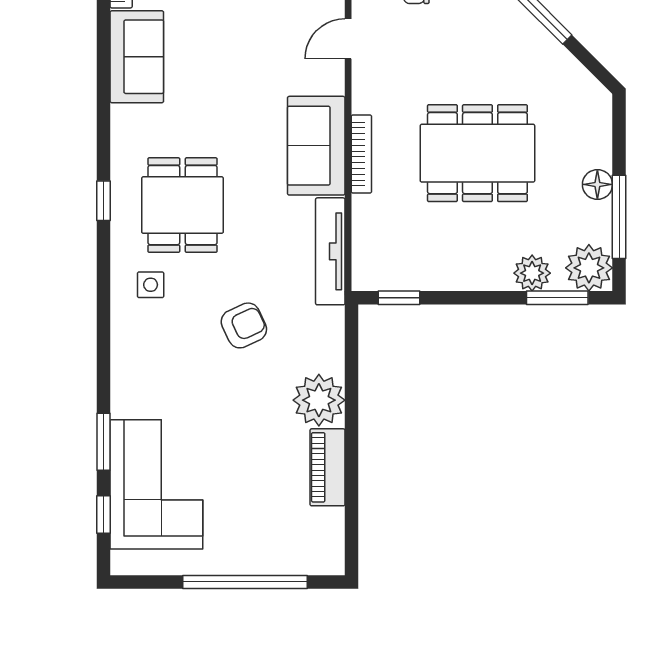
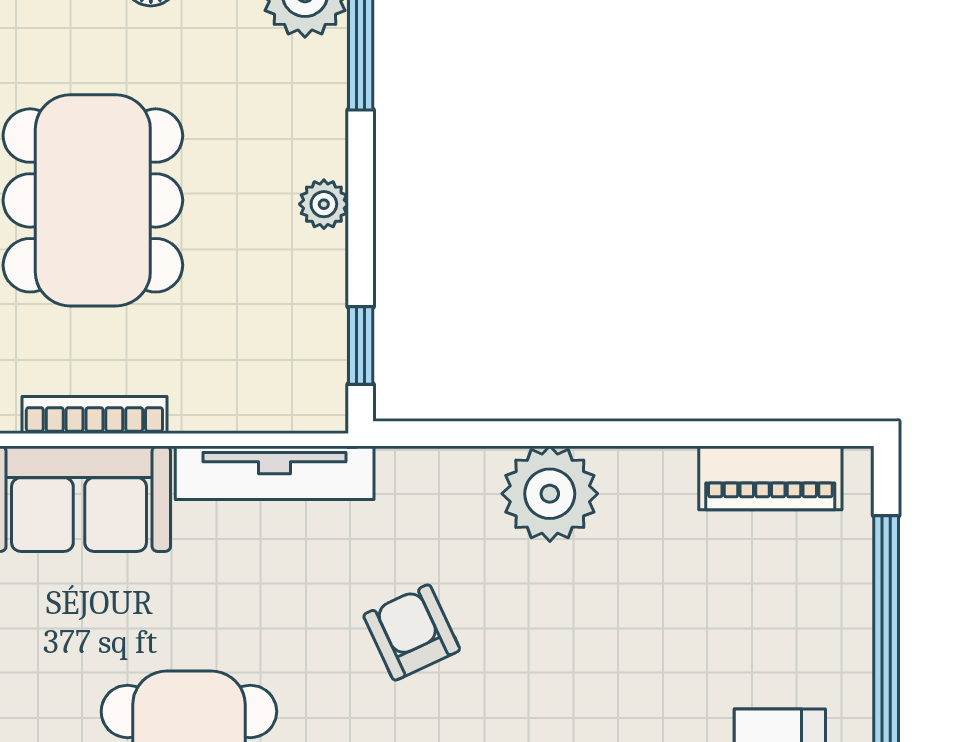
plant: (532, 273) -> (324, 204), moved, width x0.73, depth x0.73
piano: (328, 467) -> (770, 478), moved

